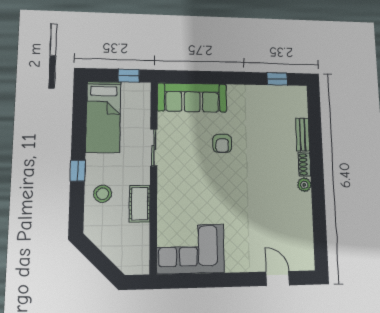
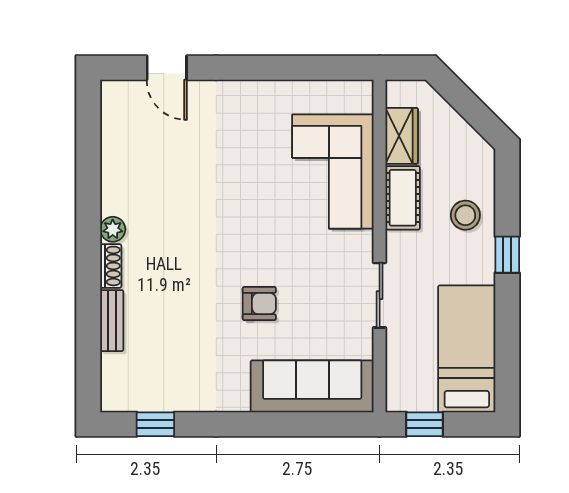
armchair: (222, 143) -> (259, 304), turned 90
wardrobe: (140, 241) -> (402, 136), added
corner sofa: (190, 249) -> (333, 171), moved, turned 90

